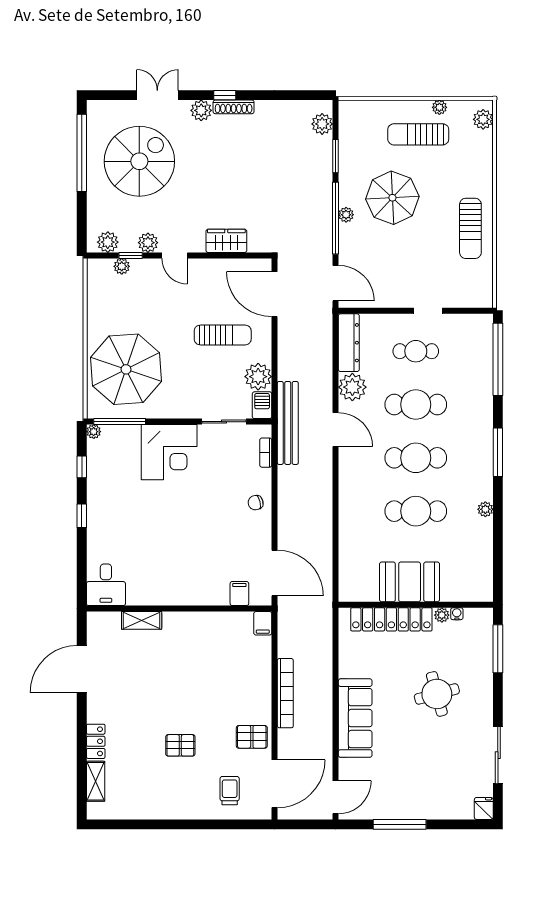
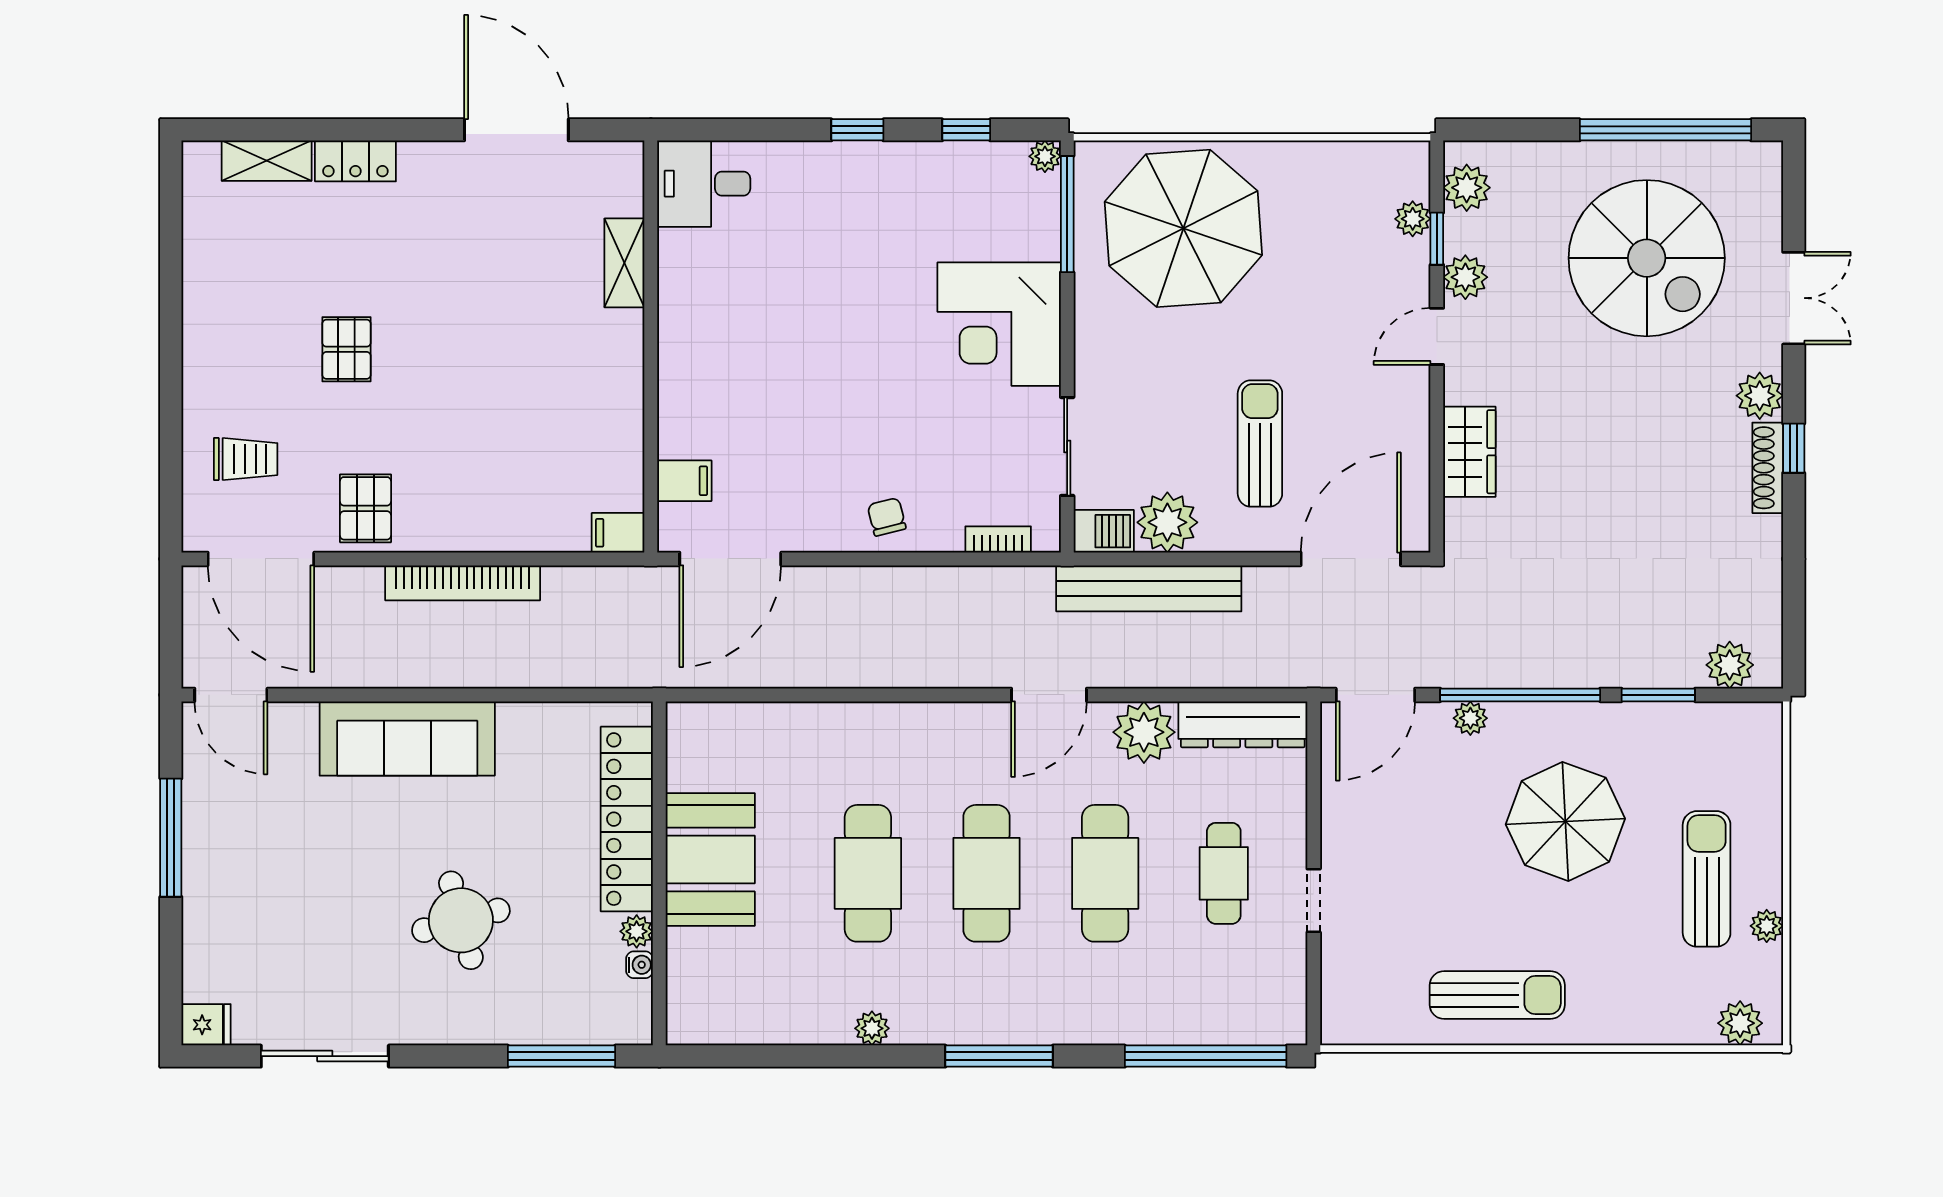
plant: (346, 215) -> (1470, 718), moved
sun lounger: (470, 228) -> (1497, 995), turned 180
sun lounger: (223, 335) -> (1260, 444), turned 180
bench: (288, 423) -> (1149, 588), moved

